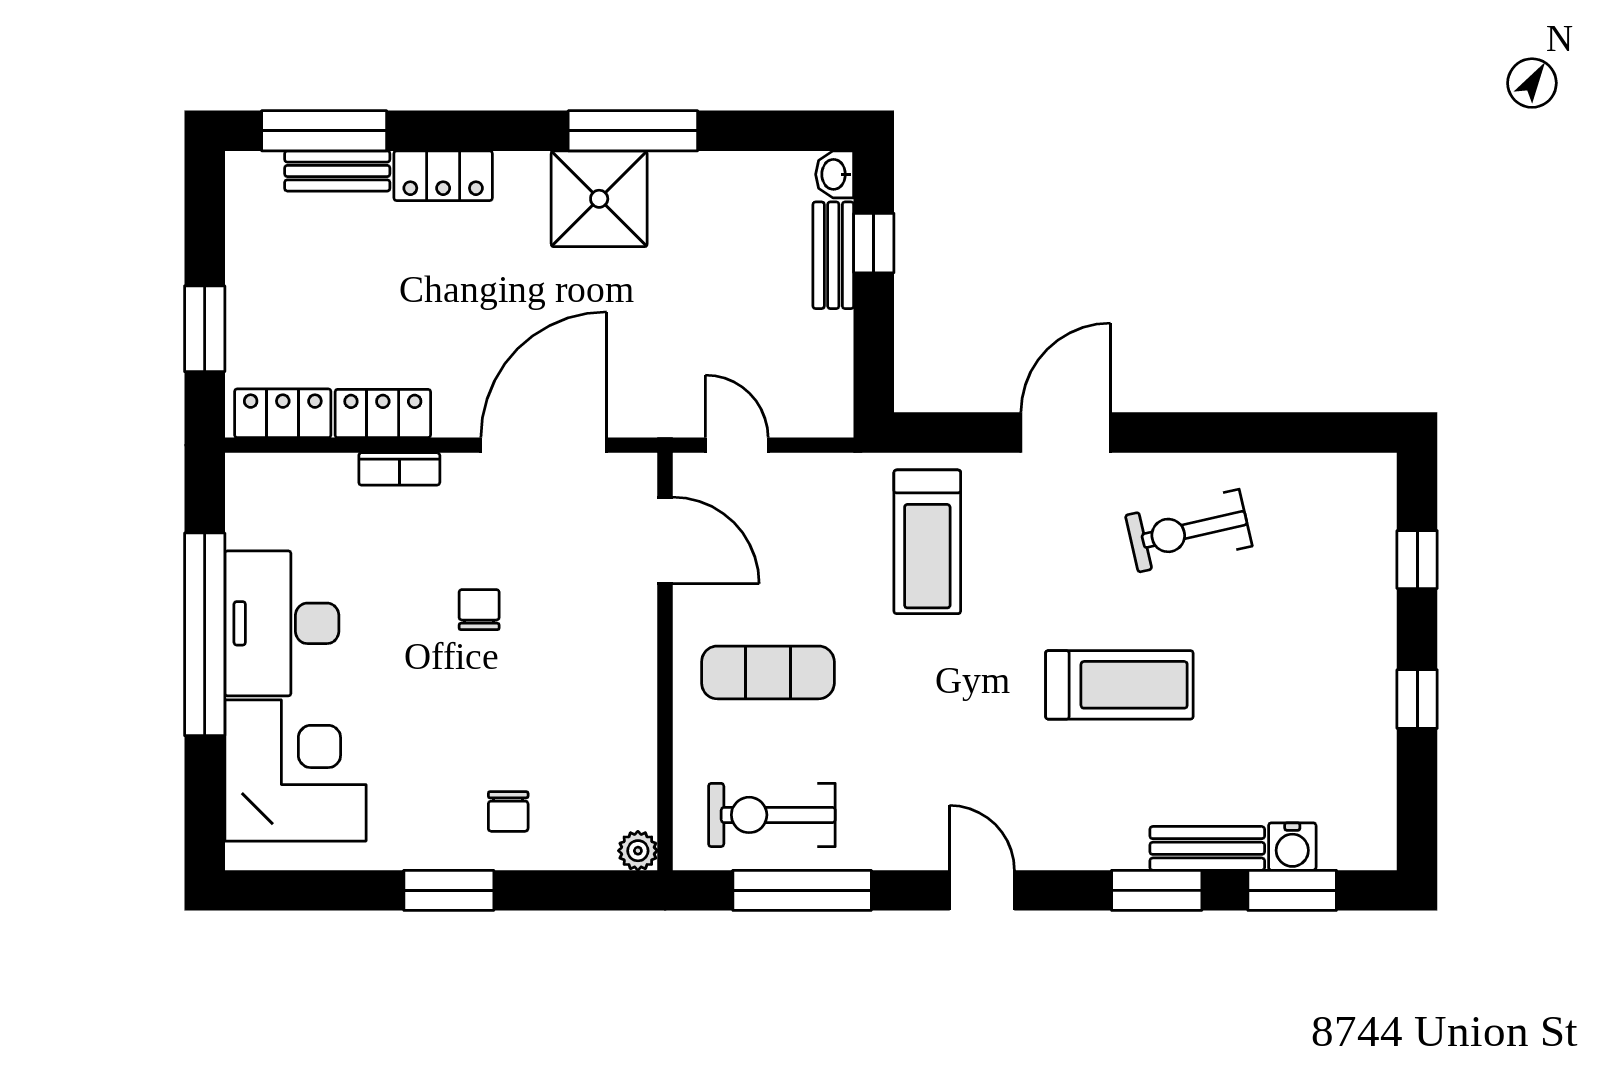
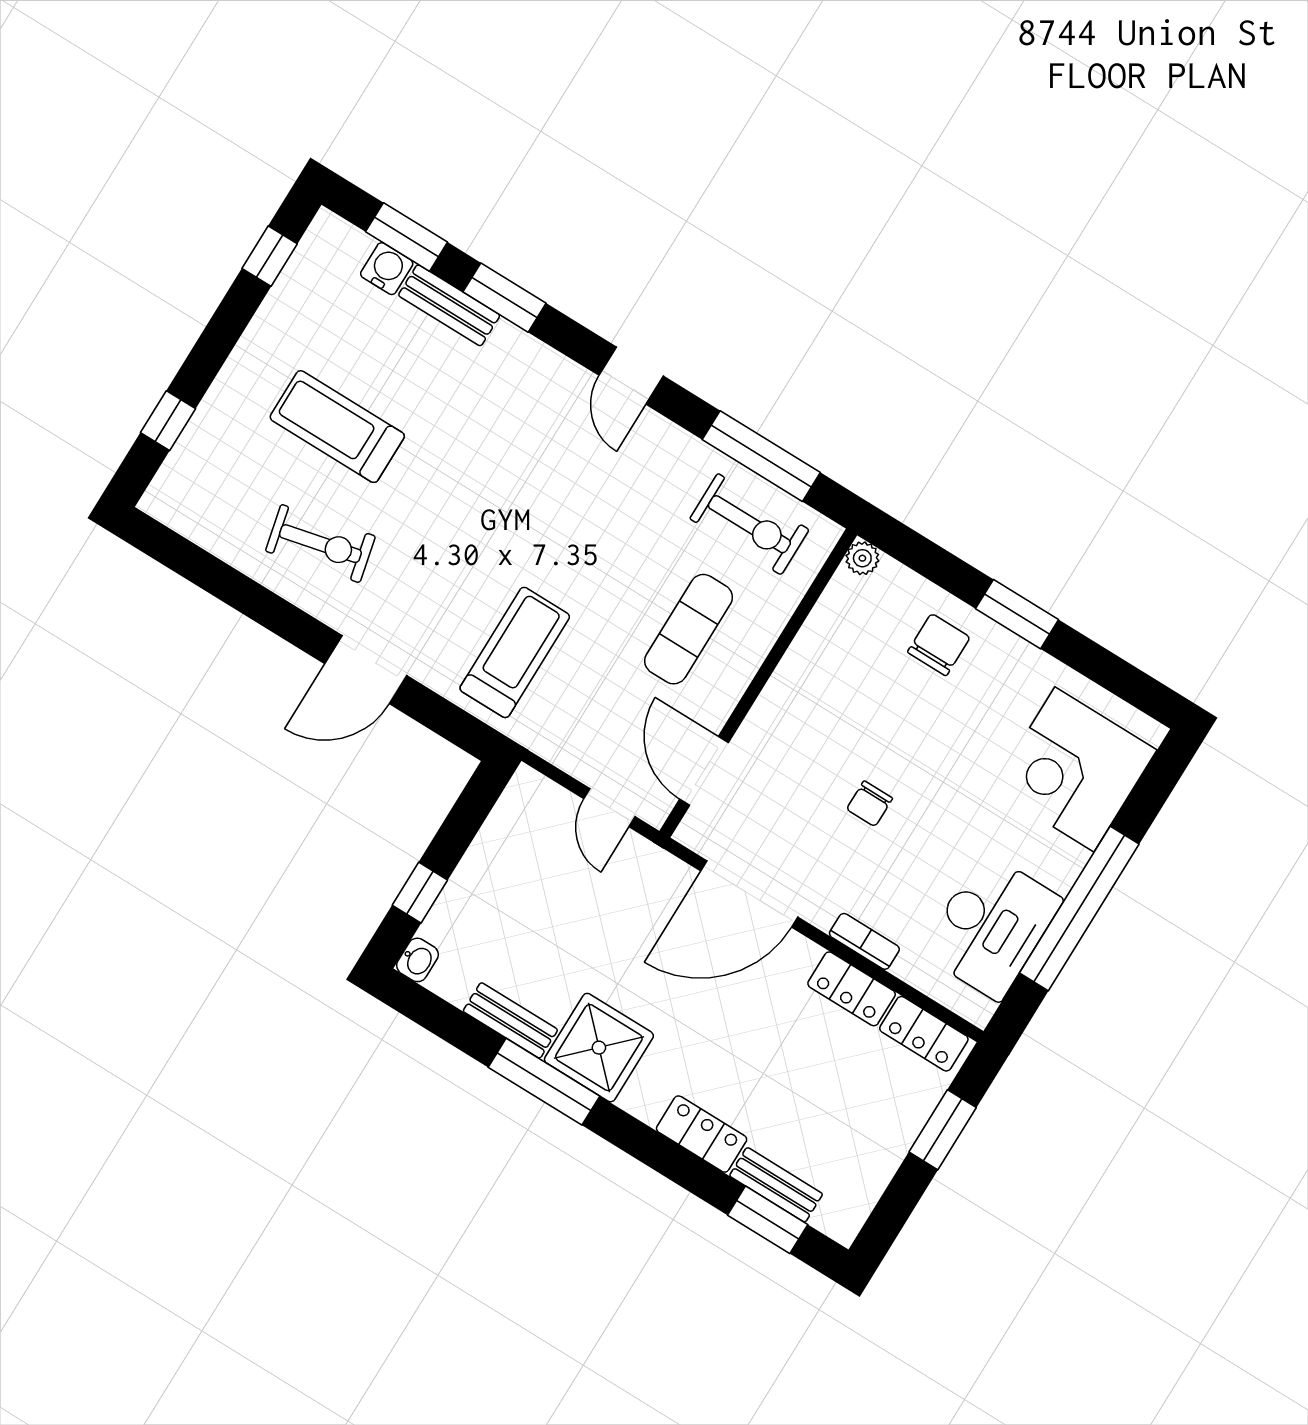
window: (324, 131) -> (768, 1220), width x0.69
bench: (833, 255) -> (510, 1020), moved, turned 90
desk: (282, 623) -> (991, 926), moved
exercise mat: (768, 672) -> (689, 629), turned 90
treadmill: (1119, 685) -> (337, 427), moved
window: (1417, 699) -> (270, 256), moved
chair: (508, 811) -> (939, 645), width x1.37, depth x1.37

